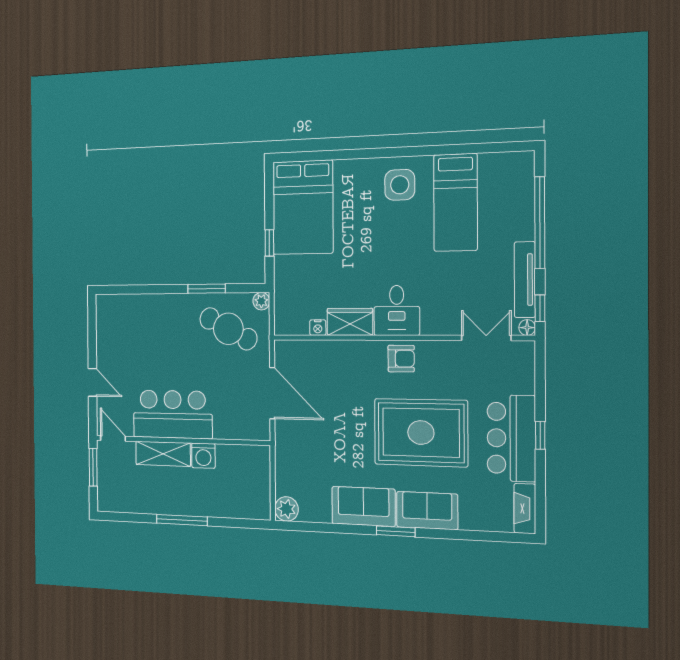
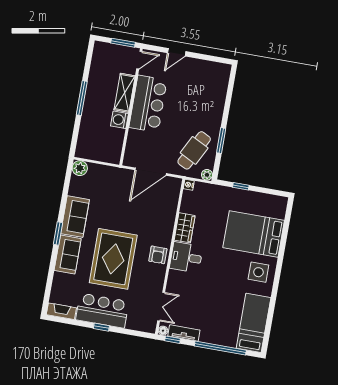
bed: (456, 202) -> (254, 323), moved, turned 90
bed: (303, 207) -> (254, 234), moved
tv unit: (525, 280) -> (184, 333), width x0.71
nightstand: (318, 328) -> (189, 185), moved

